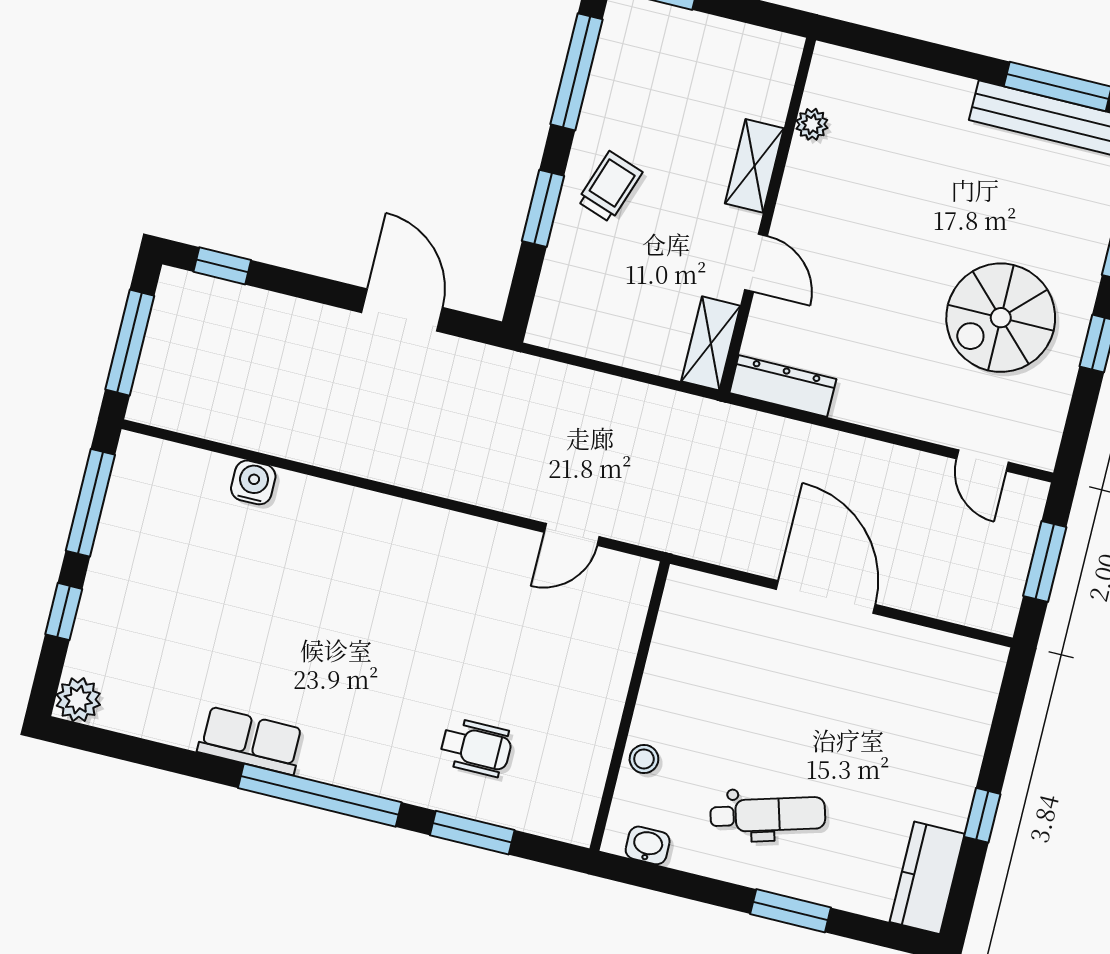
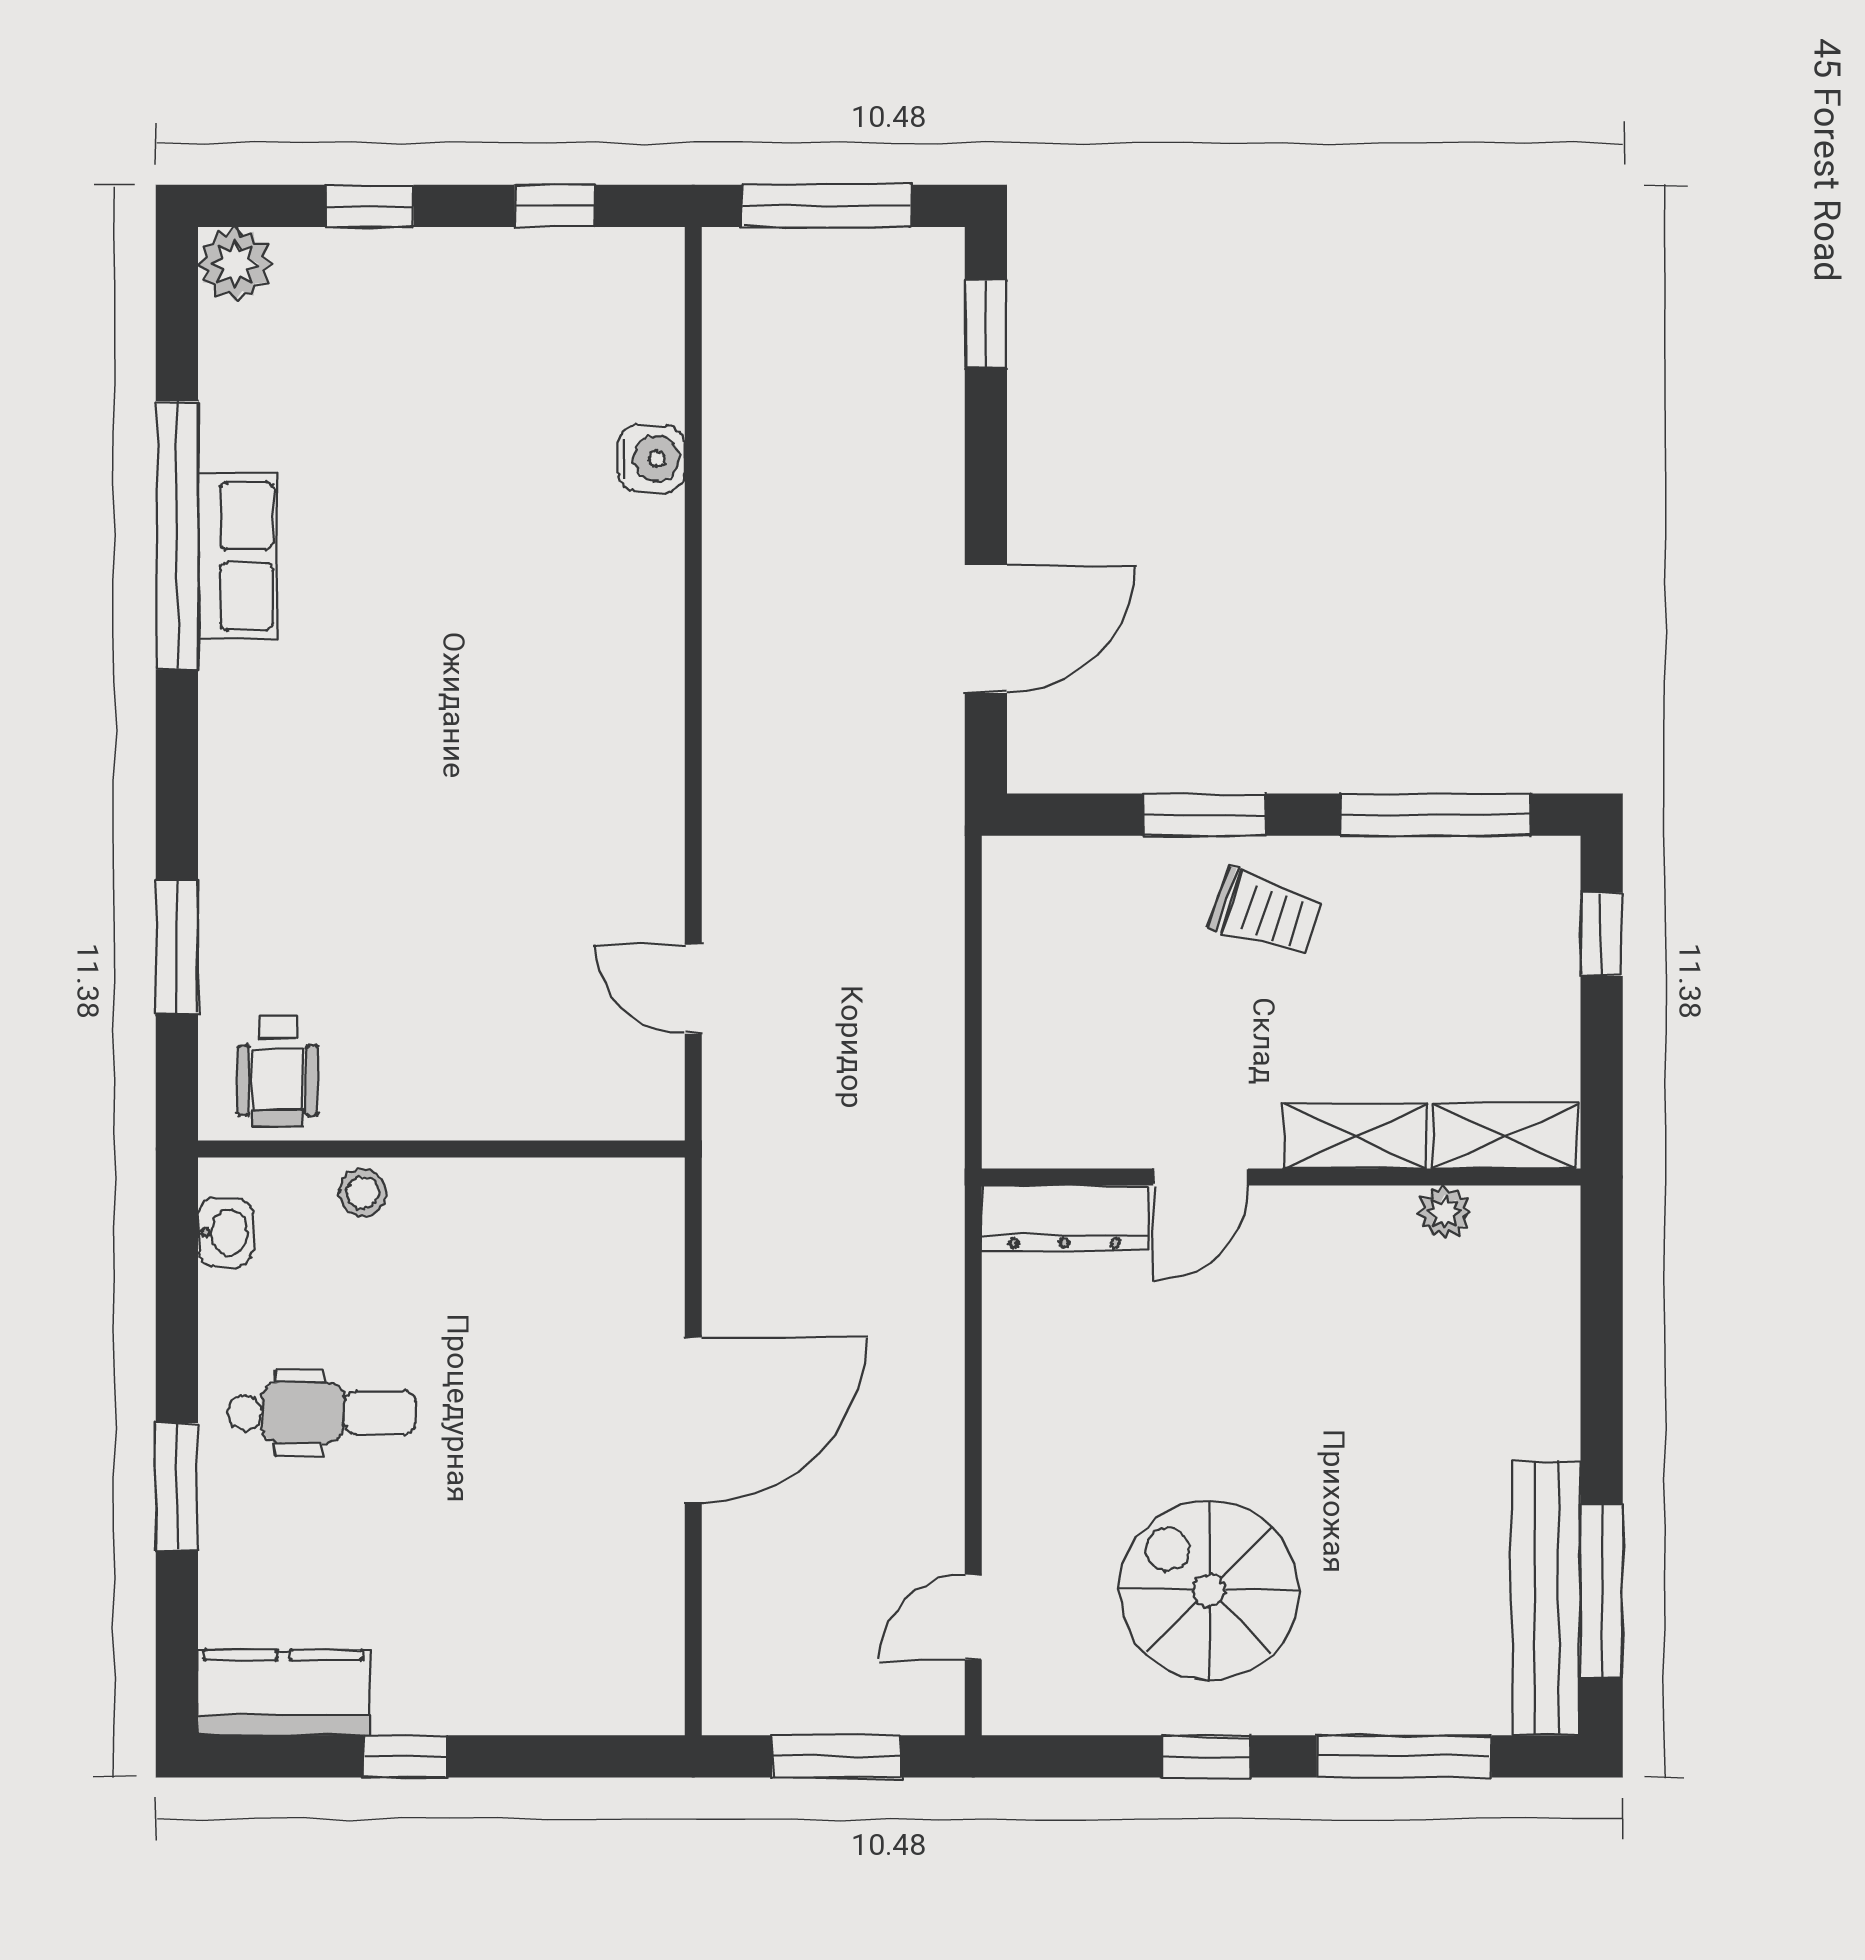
shelving: (711, 343) -> (1505, 1136), moved
dresser: (783, 386) -> (1065, 1218), moved, turned 90
window: (90, 503) -> (555, 206), width x0.46
wheelchair: (476, 747) -> (278, 1071), moved
window: (320, 795) -> (177, 535), moved
dental chair: (768, 815) -> (322, 1413), turned -74

